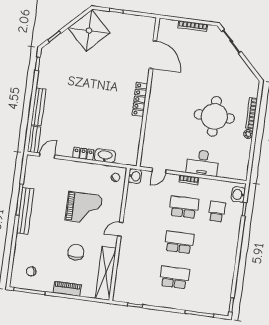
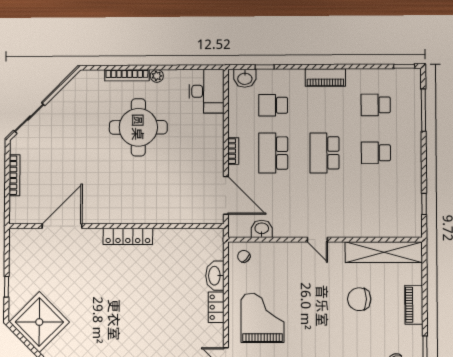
desk: (203, 163) -> (207, 91), moved
door: (159, 171) -> (226, 195), width x1.87
washbasin: (135, 176) -> (262, 229), moved
grand piano: (84, 208) -> (262, 318), moved
piano: (231, 250) -> (325, 78), added
school desk: (174, 277) -> (376, 153), width x0.54
school desk: (207, 282) -> (376, 105), added

